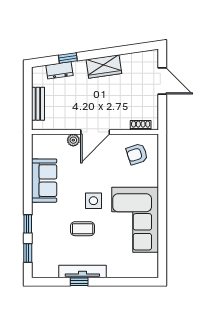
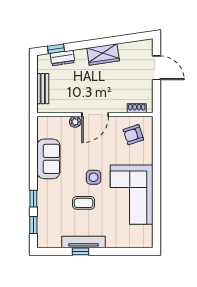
window: (68, 58) -> (56, 49), moved

